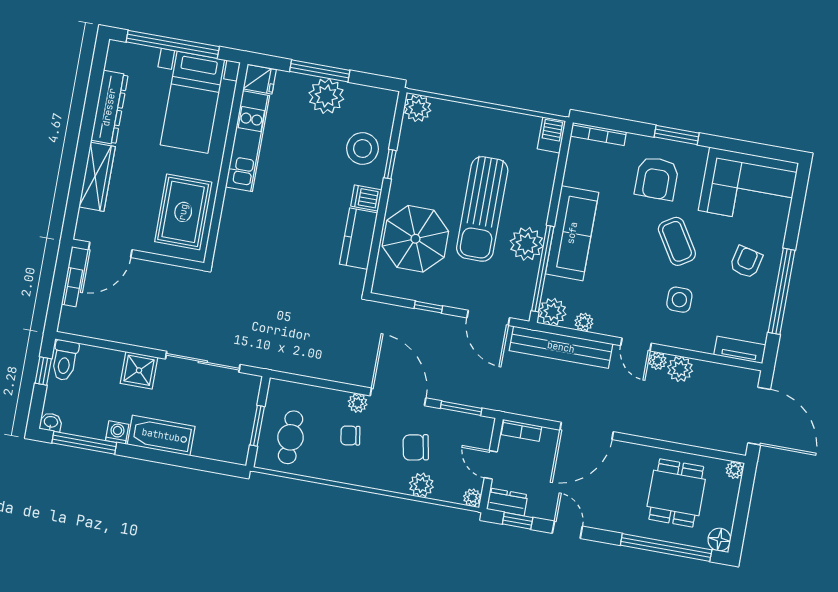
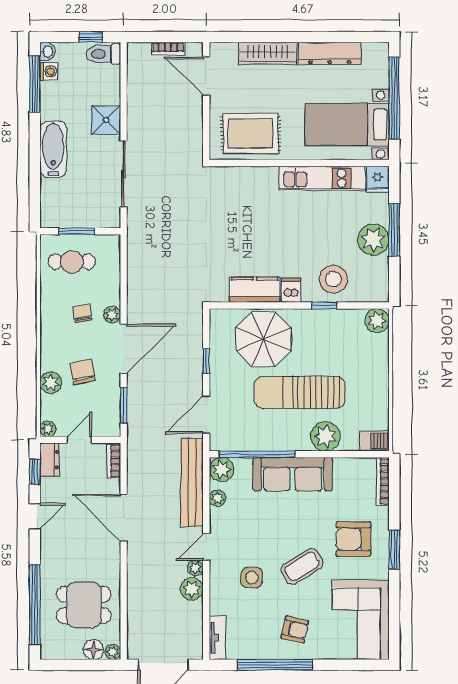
plant: (527, 244) -> (325, 436), moved
washing machine: (117, 432) -> (49, 71), moved
floor lamp: (719, 540) -> (93, 650), moved

